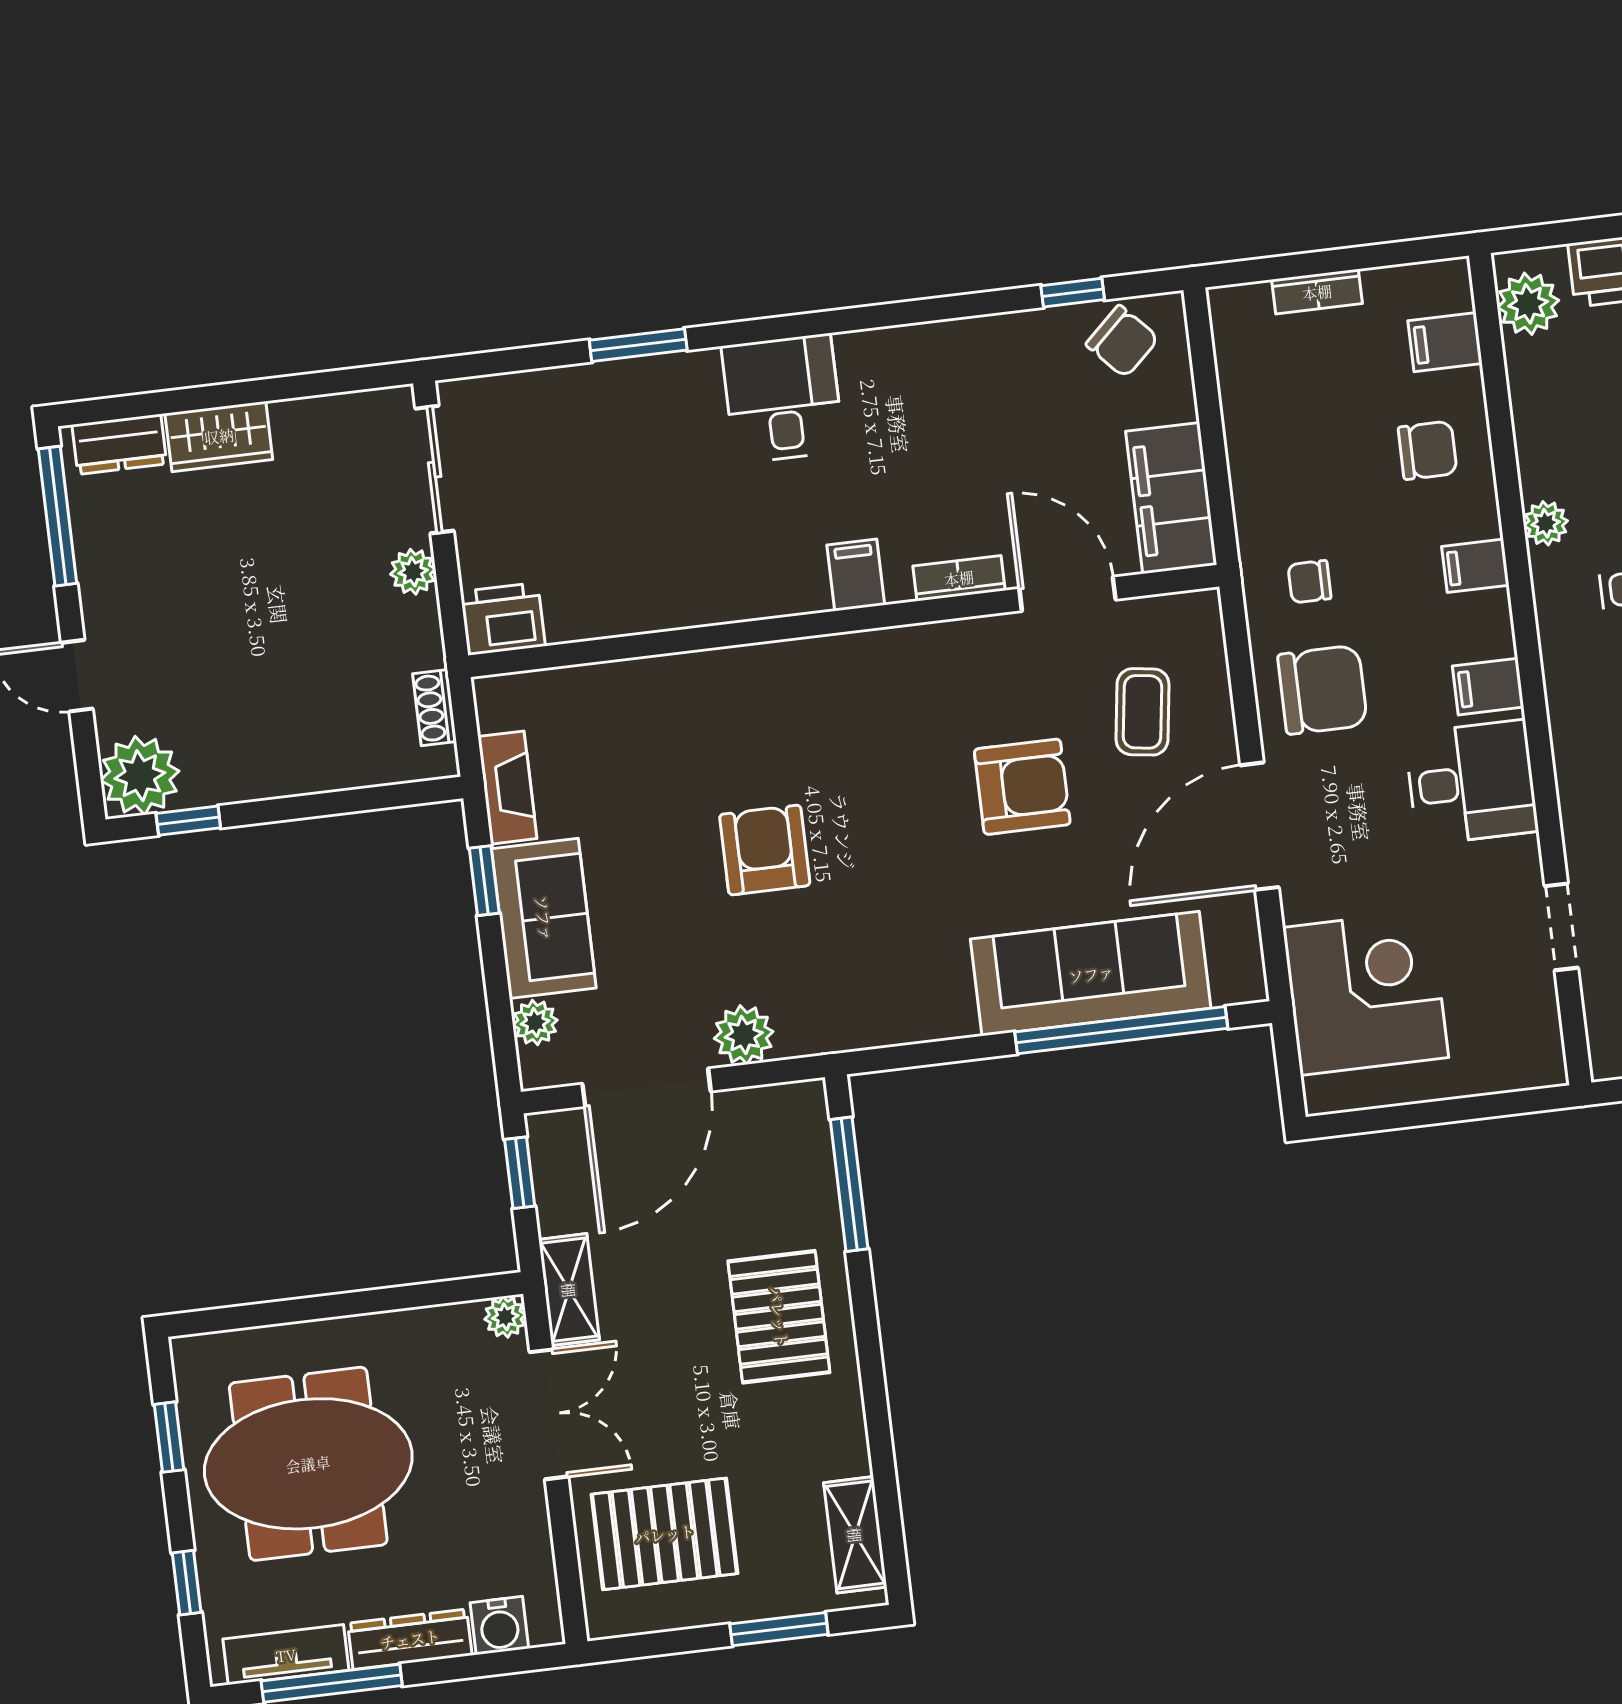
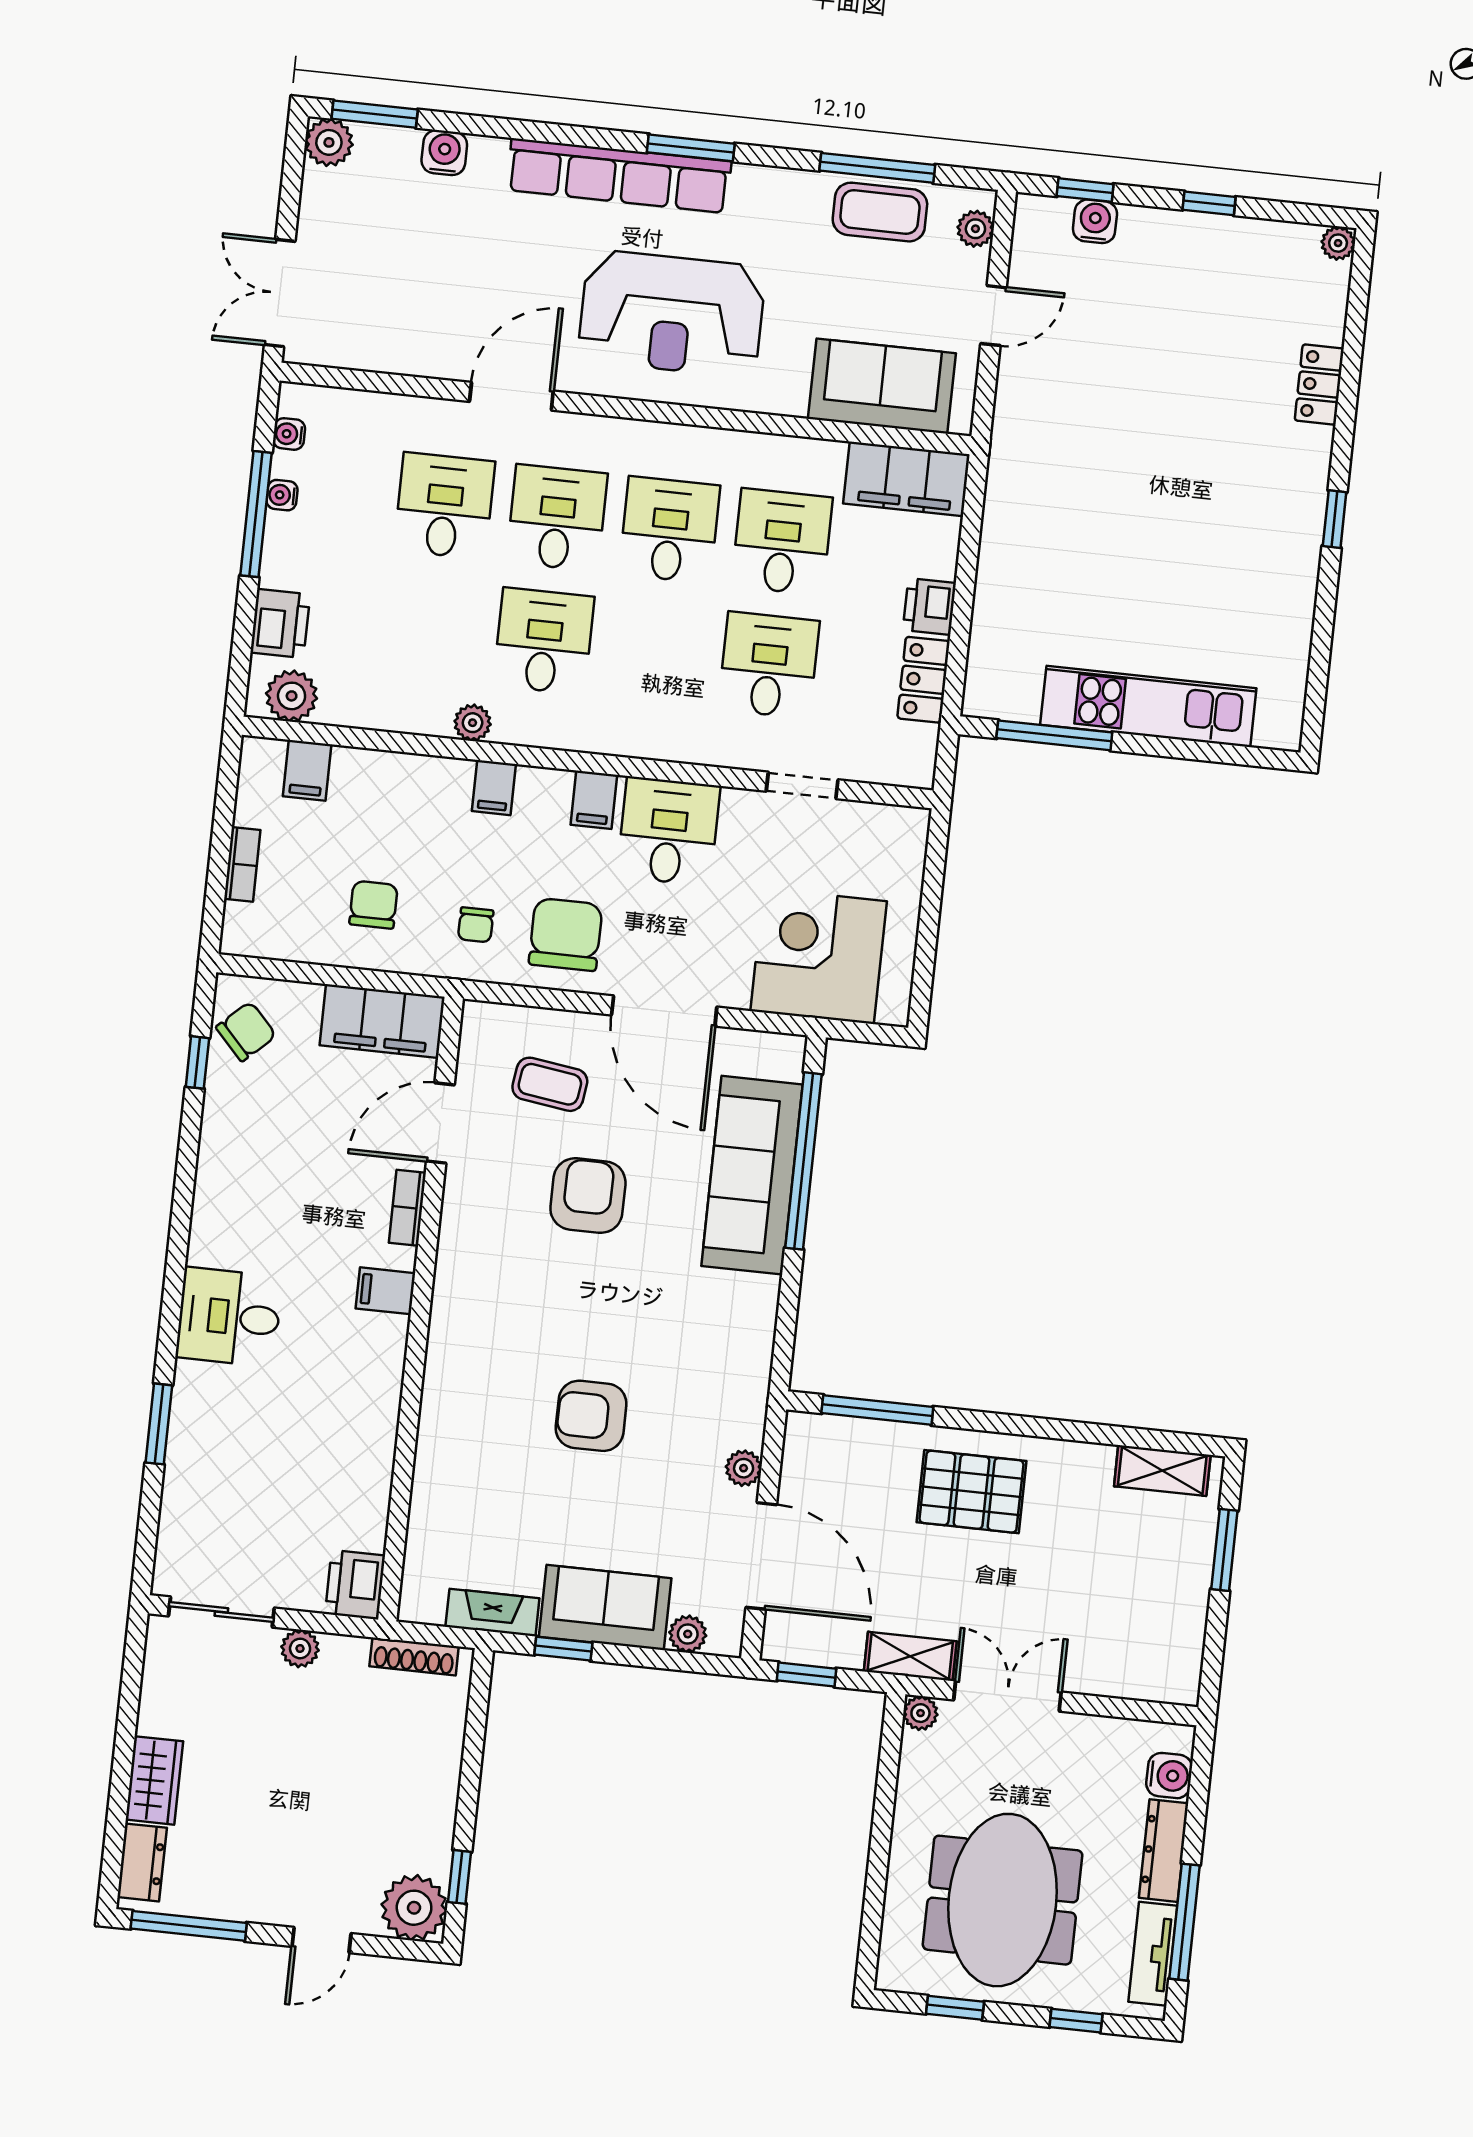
chair: (1428, 450) -> (374, 905), moved
shoe rack: (435, 708) -> (414, 1656), width x1.43
plant: (744, 1035) -> (744, 1468), width x0.73, depth x0.73
pallet: (665, 1534) -> (1126, 1625), removed

